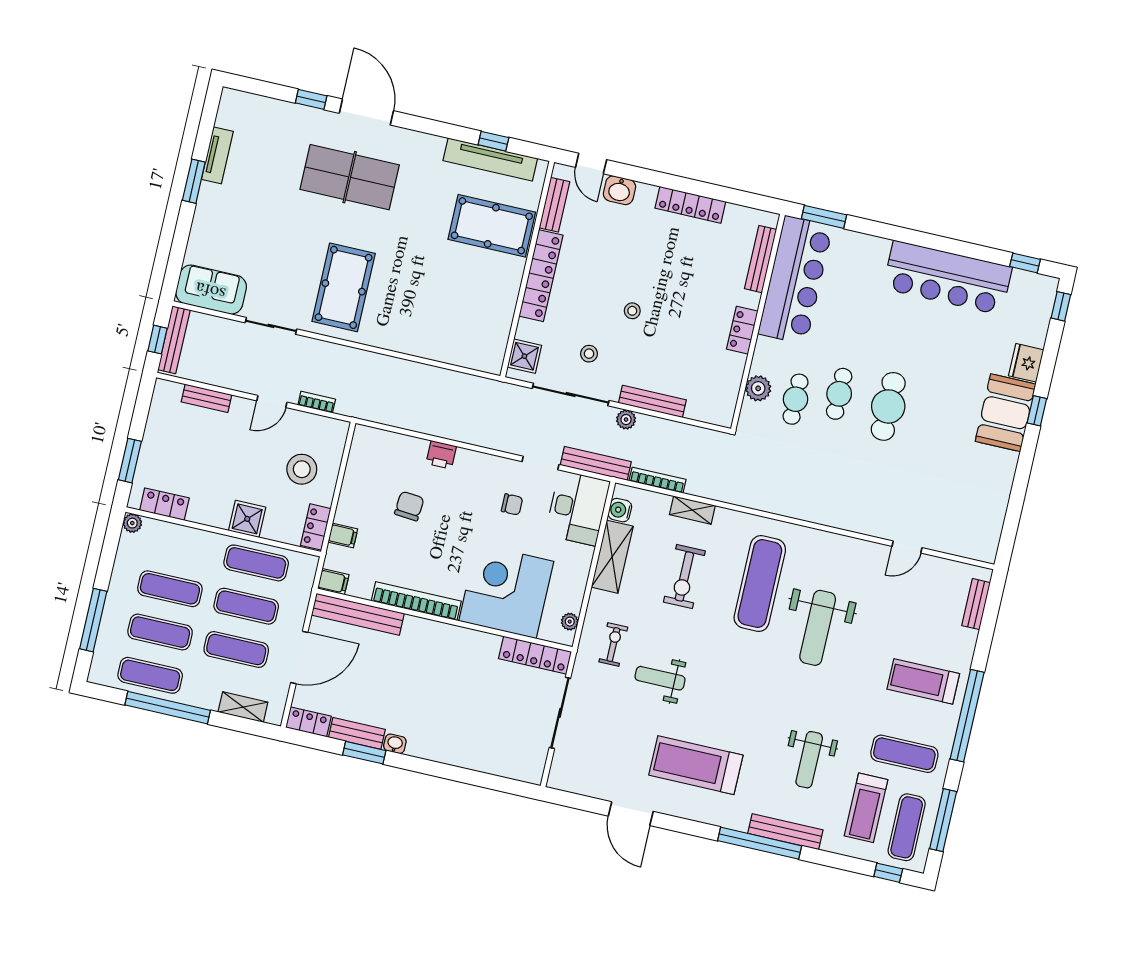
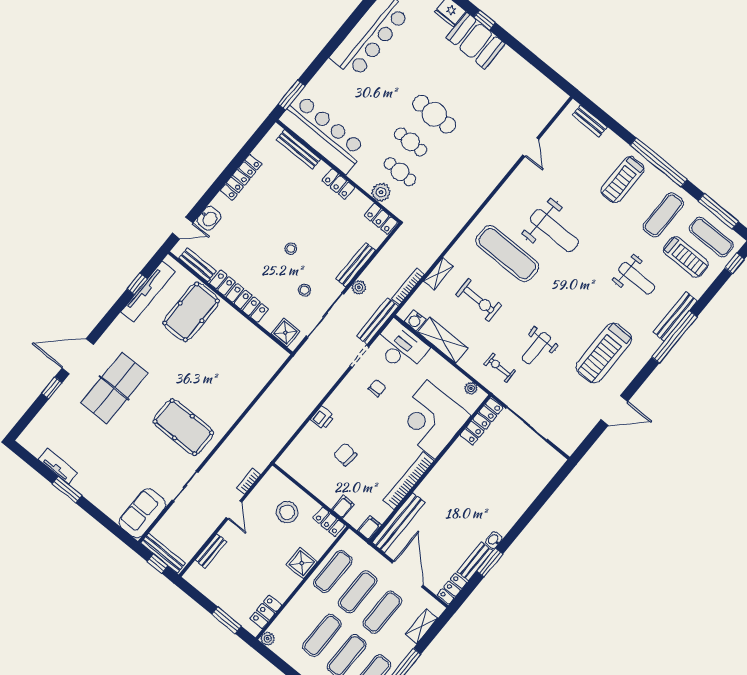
locker: (725, 404) -> (381, 219), added

